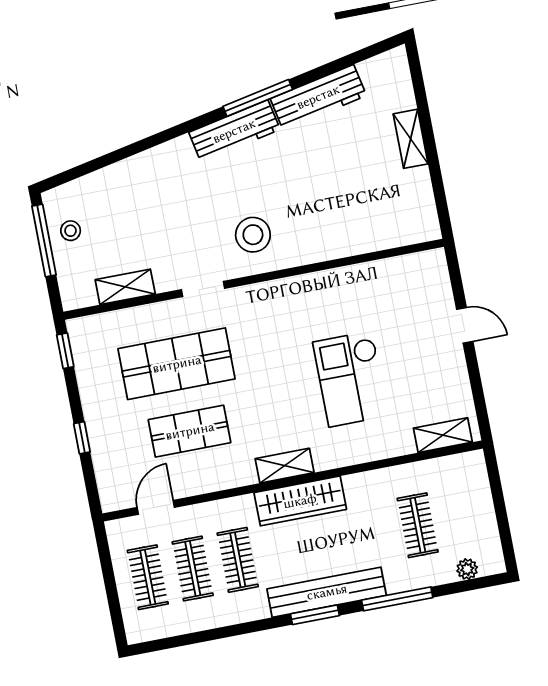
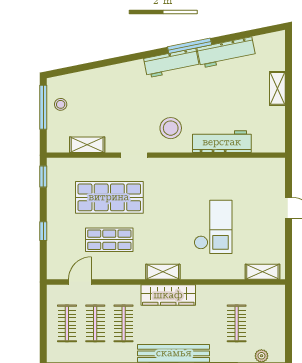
workbench: (338, 241) -> (222, 142), added
checkout: (351, 379) -> (213, 227), turned 180

